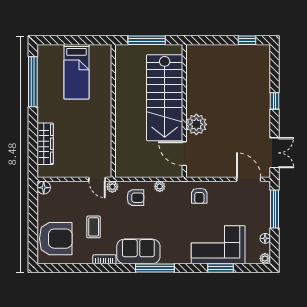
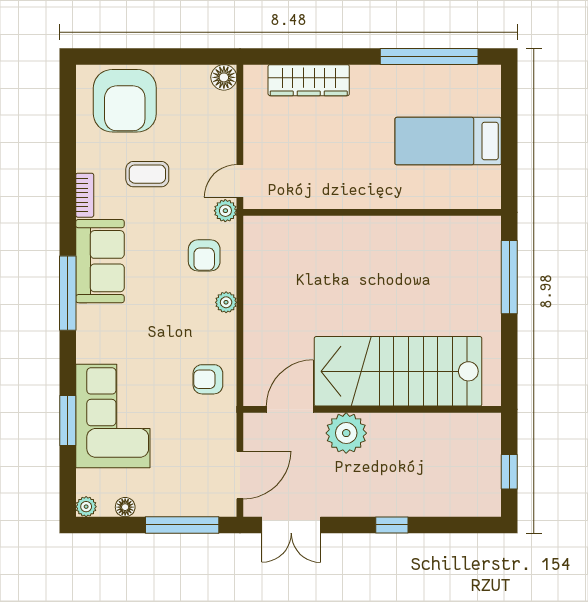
stairs: (165, 98) -> (398, 371), moved
wall: (184, 111) -> (372, 409), moved
plant: (196, 124) -> (346, 433), moved
door: (184, 154) -> (290, 409), moved

